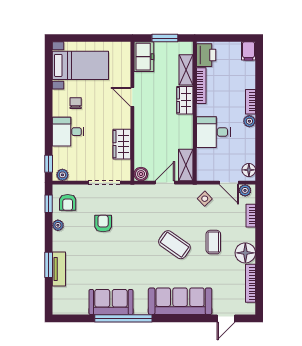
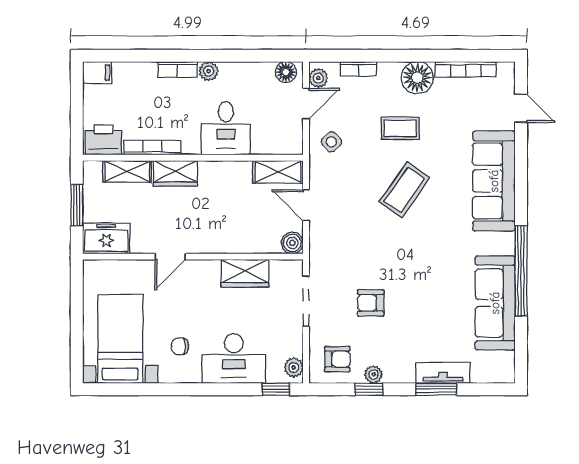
desk: (68, 132) -> (234, 359), width x1.37
window: (49, 204) -> (369, 389), moved
sofa: (111, 302) -> (495, 303), width x1.36

